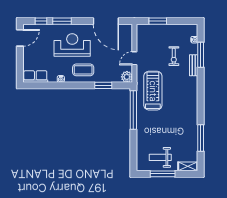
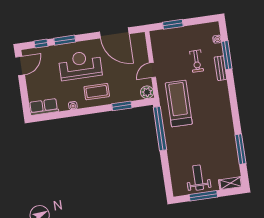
weight bench: (160, 157) -> (198, 178), turned 90

